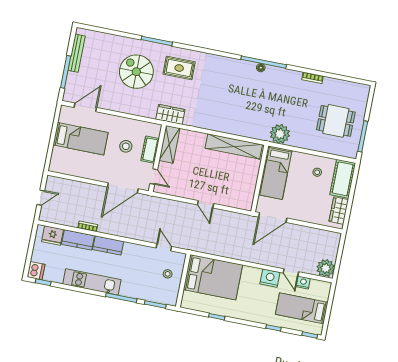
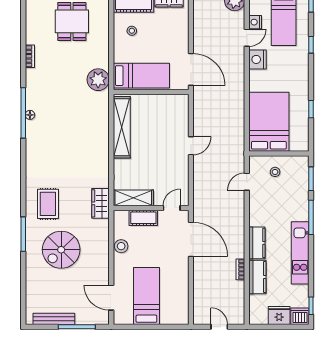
stool: (126, 146) -> (121, 246), moved
fridge: (53, 236) -> (279, 316), moved, turned -90

